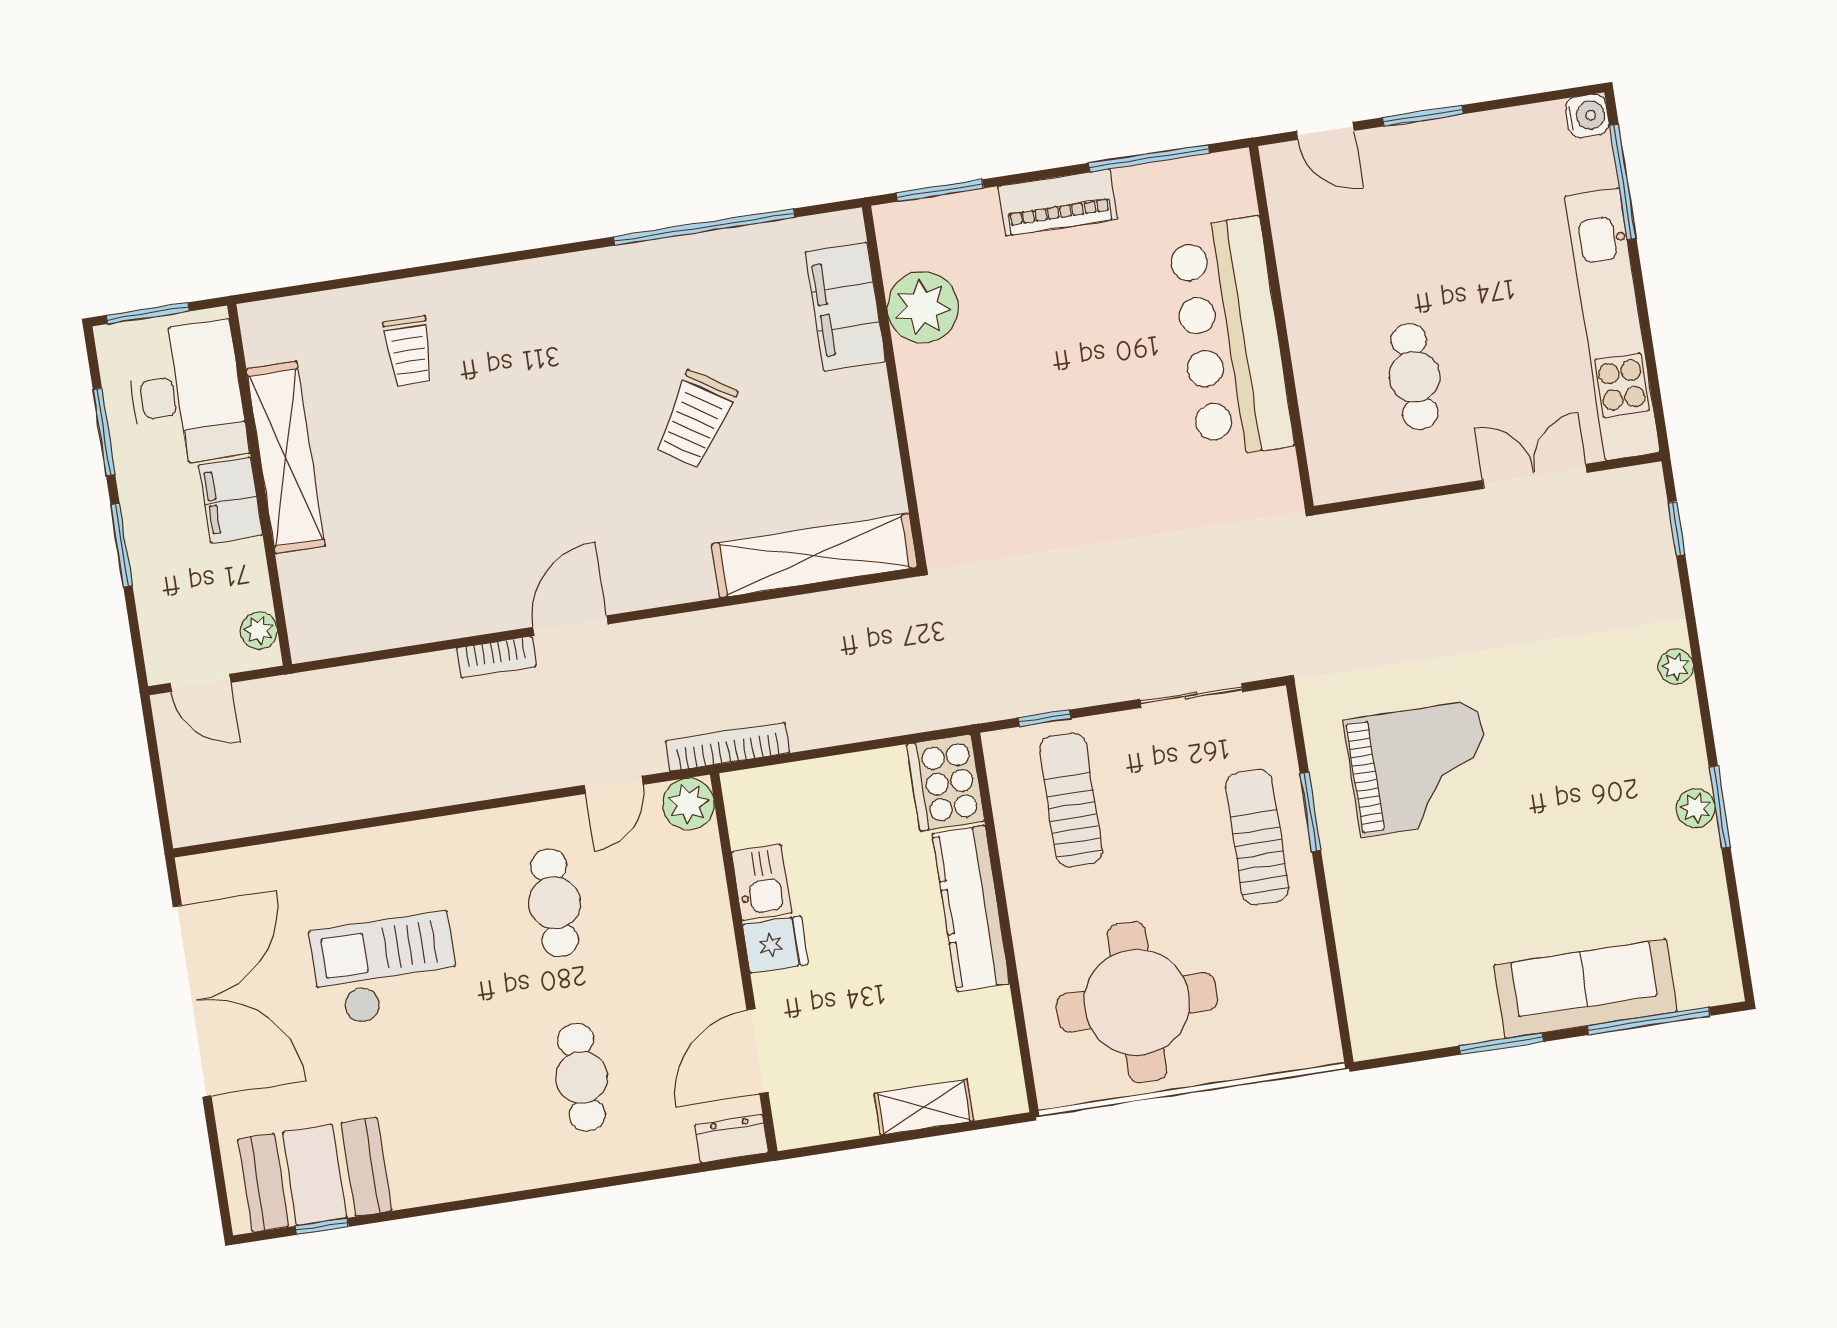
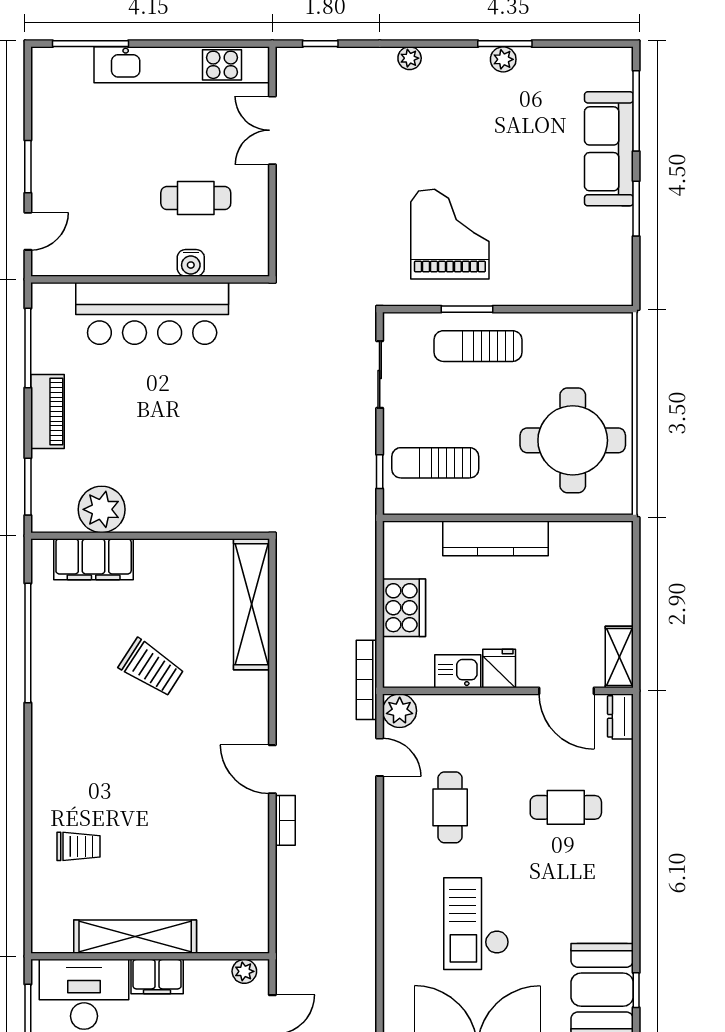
water cooler: (1587, 116) -> (191, 263), moved, turned 180
cooker: (946, 783) -> (404, 608), moved, turned -90
cafe table: (554, 903) -> (450, 807), turned 90
shelving: (924, 1107) -> (619, 657), moved

